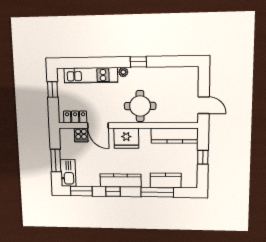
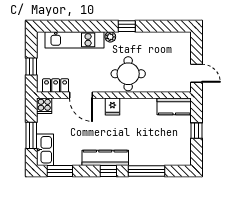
window: (53, 89) -> (31, 67), moved
cooker: (81, 135) -> (44, 106), moved
kitchen counter: (175, 136) -> (174, 106), width x0.67
fridge: (126, 138) -> (112, 106), width x0.53, depth x0.75
kitchen counter: (166, 180) -> (156, 157), removed
window: (113, 192) -> (108, 171), moved

